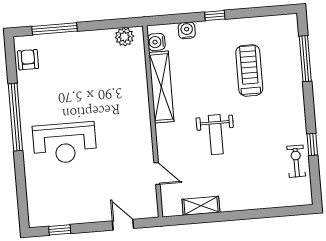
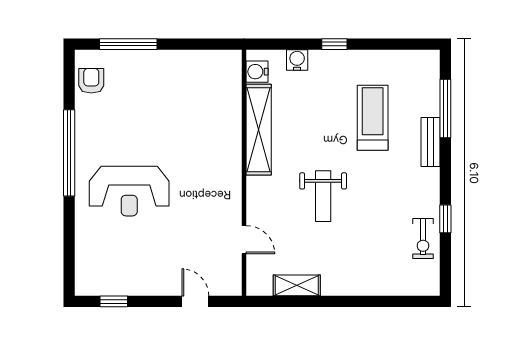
plant: (124, 37) -> (217, 62), removed
bench: (296, 86) -> (430, 142), added
exercise bike: (296, 161) -> (423, 239), turned 180

